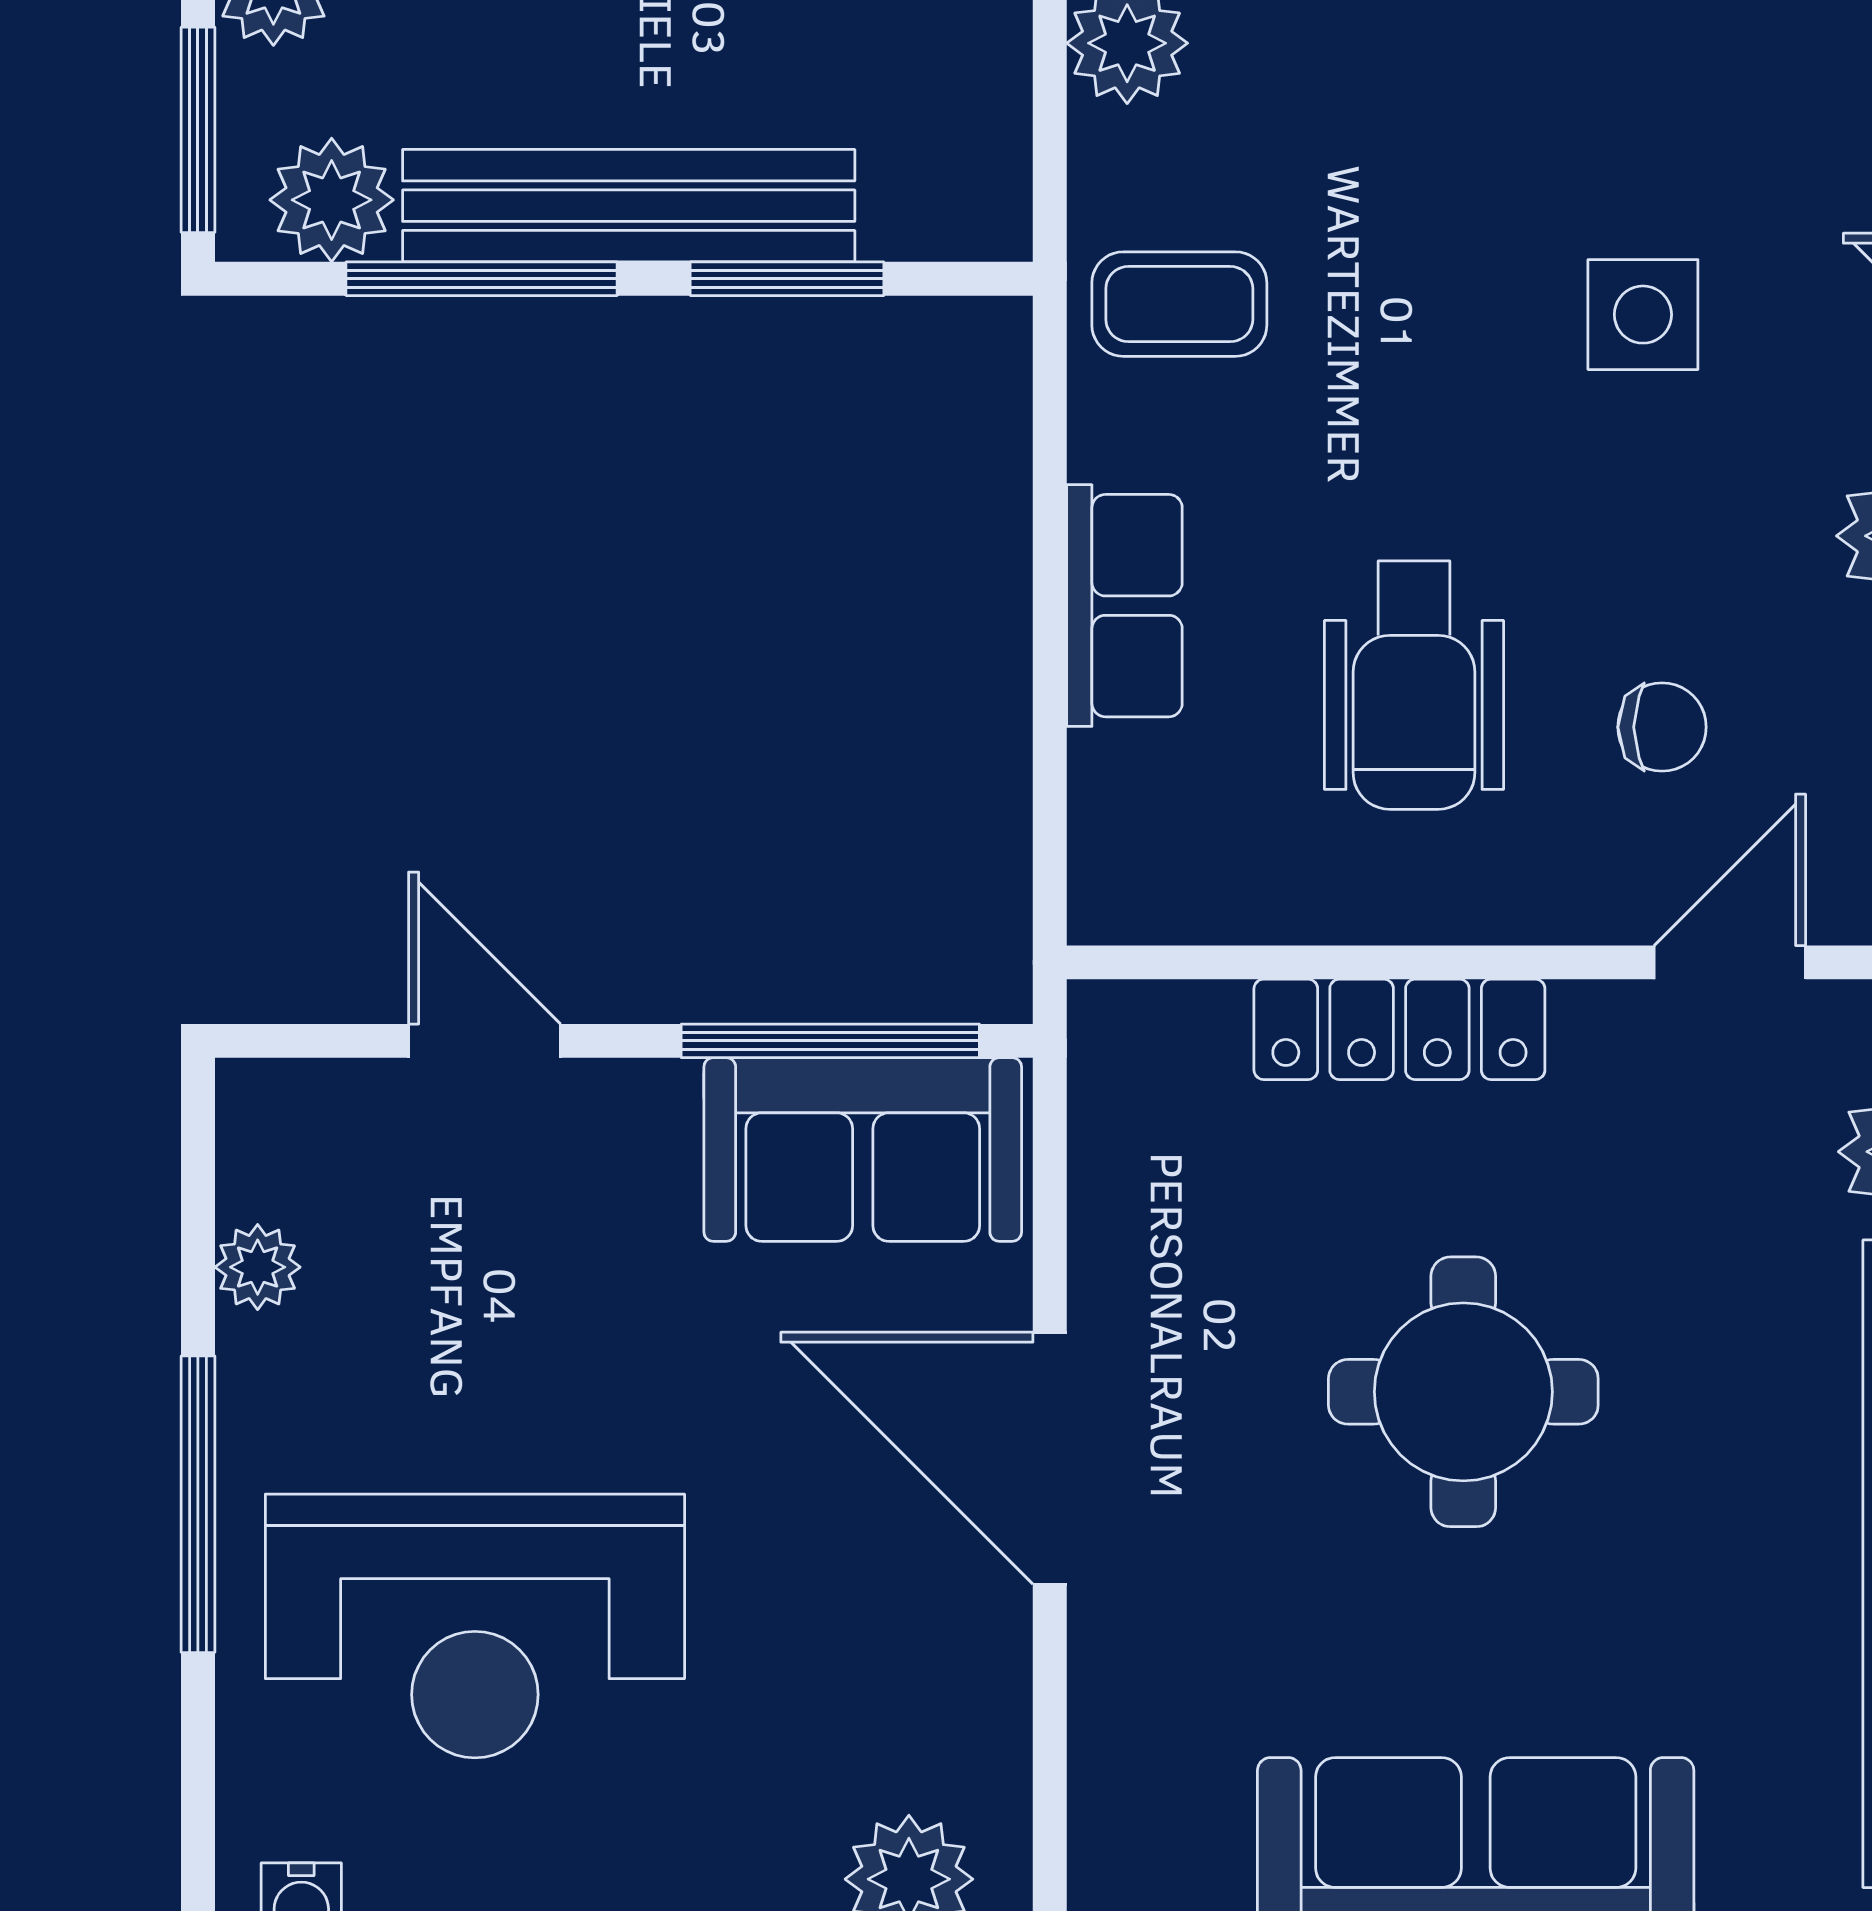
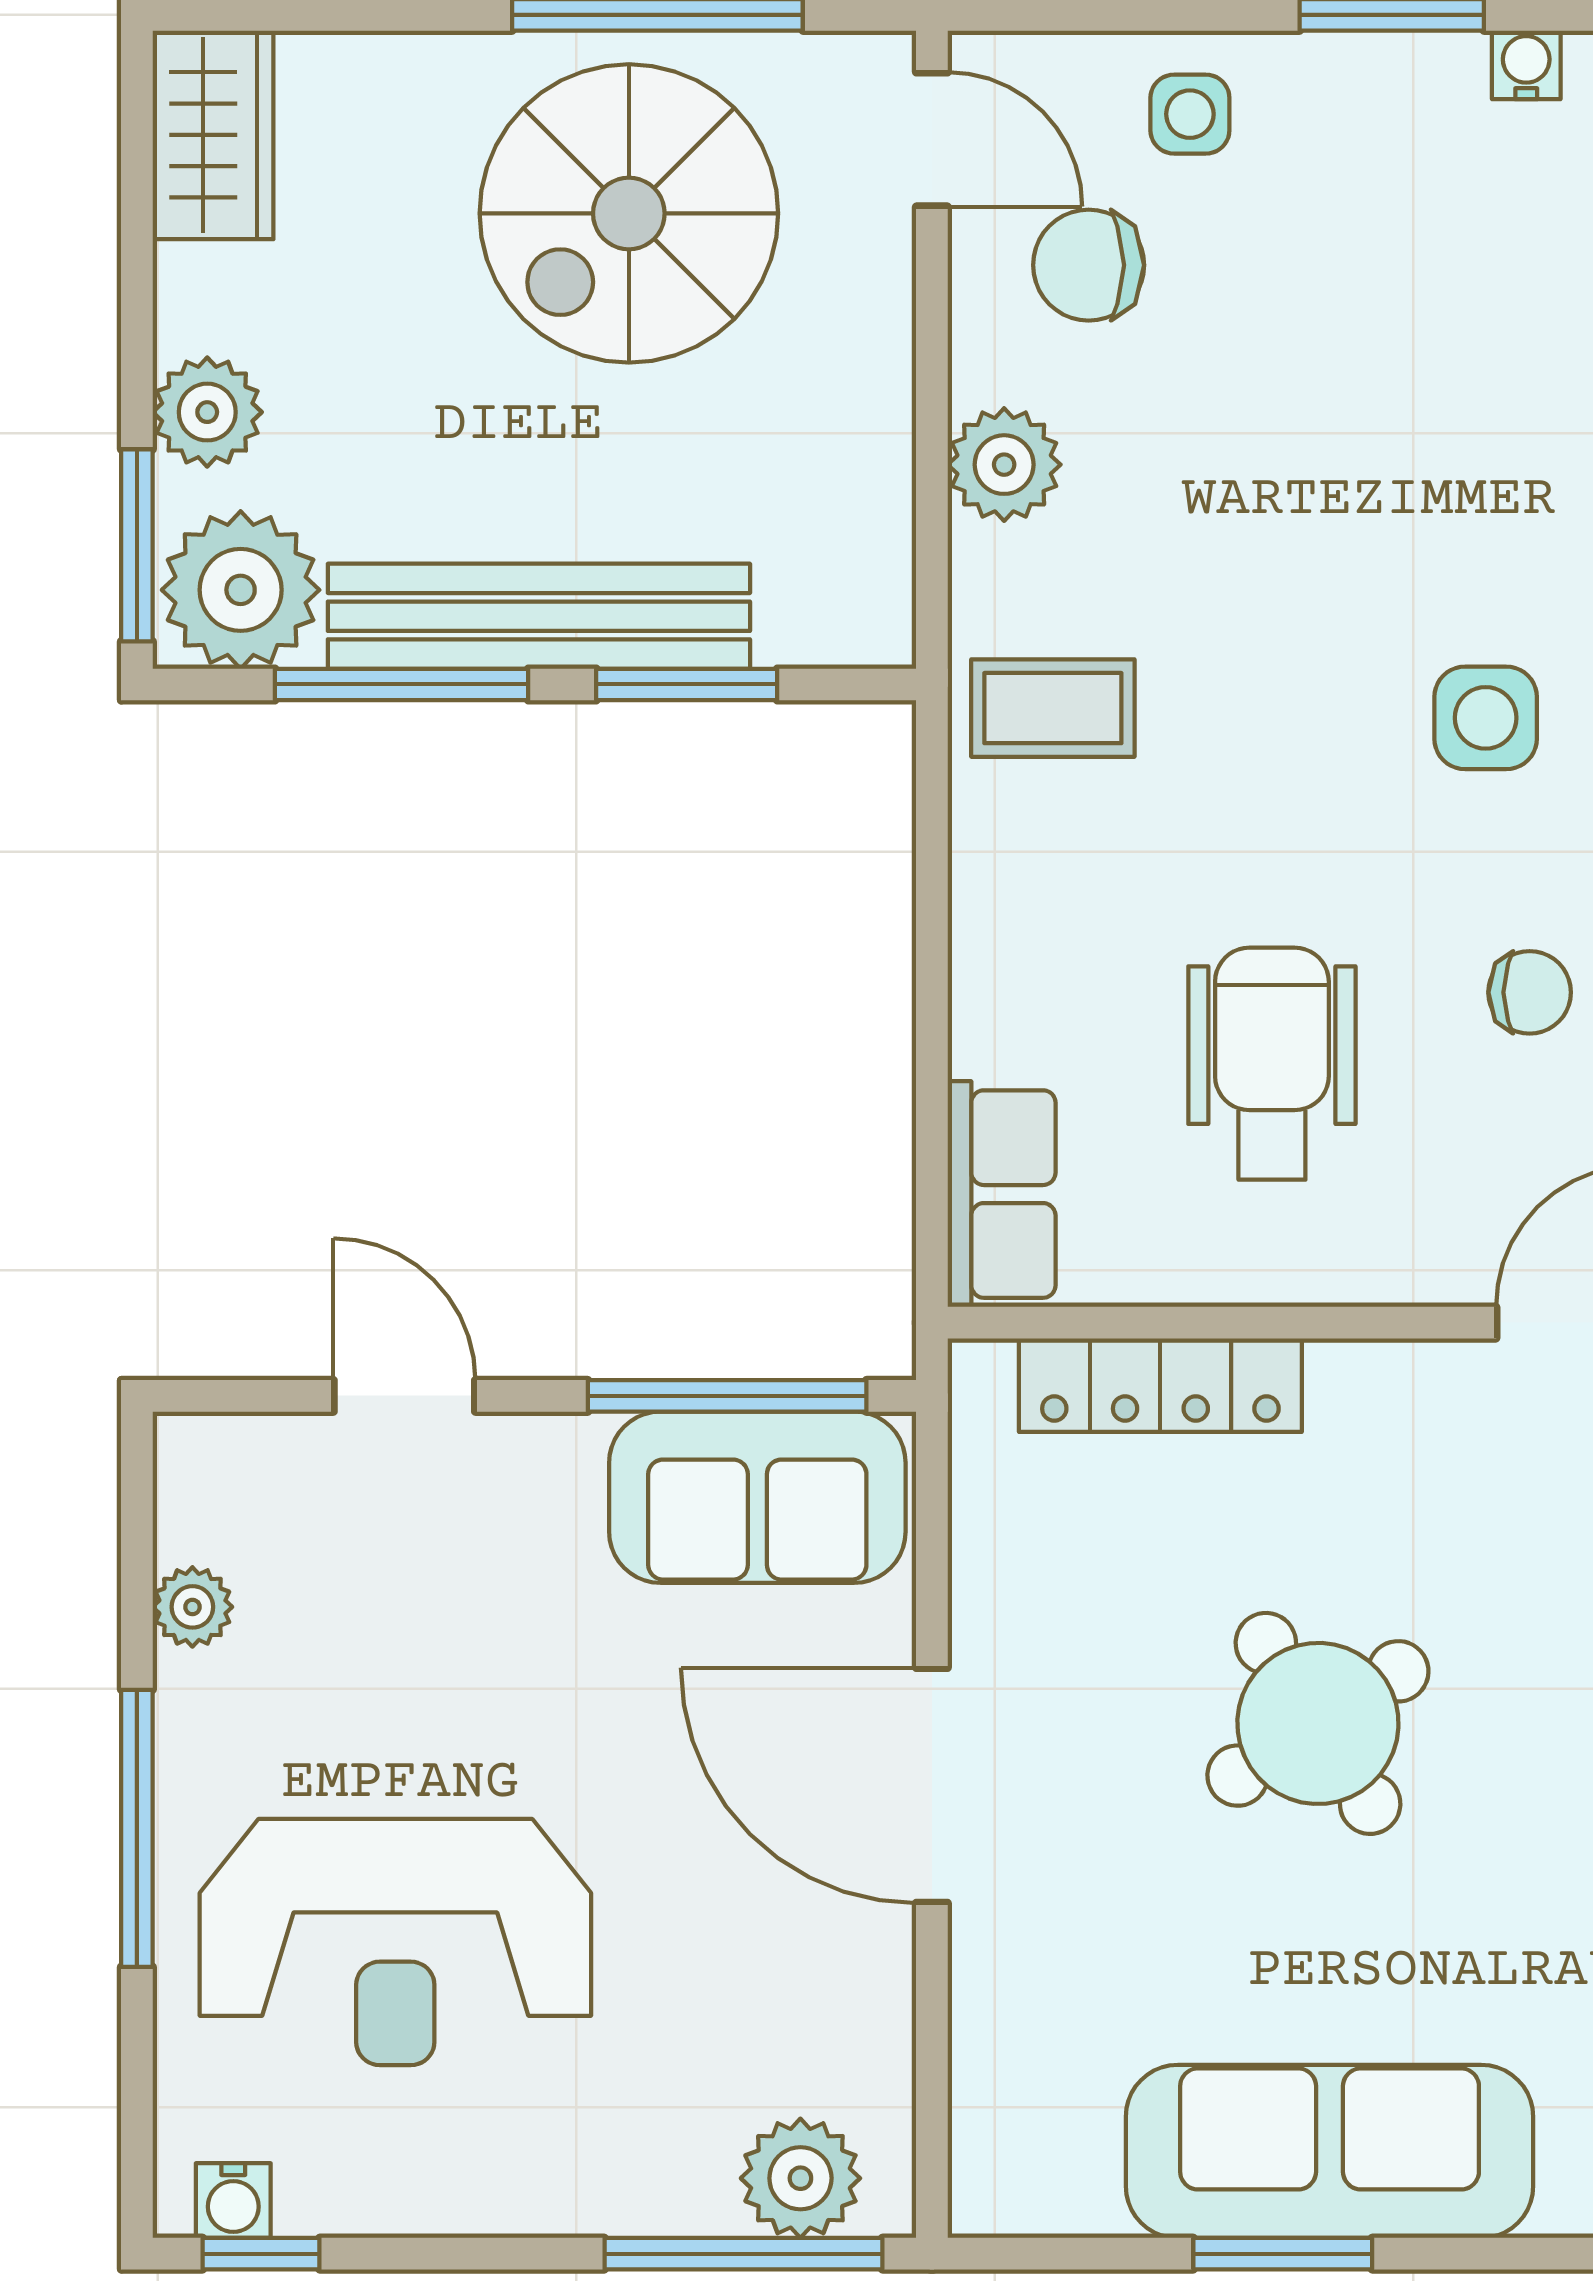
plant: (332, 200) -> (241, 590), width x1.36, depth x1.36
row of seats: (1124, 606) -> (1002, 1194), moved
wheelchair: (1414, 685) -> (1272, 1064), turned 180
chair: (1662, 727) -> (1530, 992), moved
locker: (1399, 1029) -> (1160, 1385), moved
round table: (1463, 1392) -> (1318, 1723), turned -33

